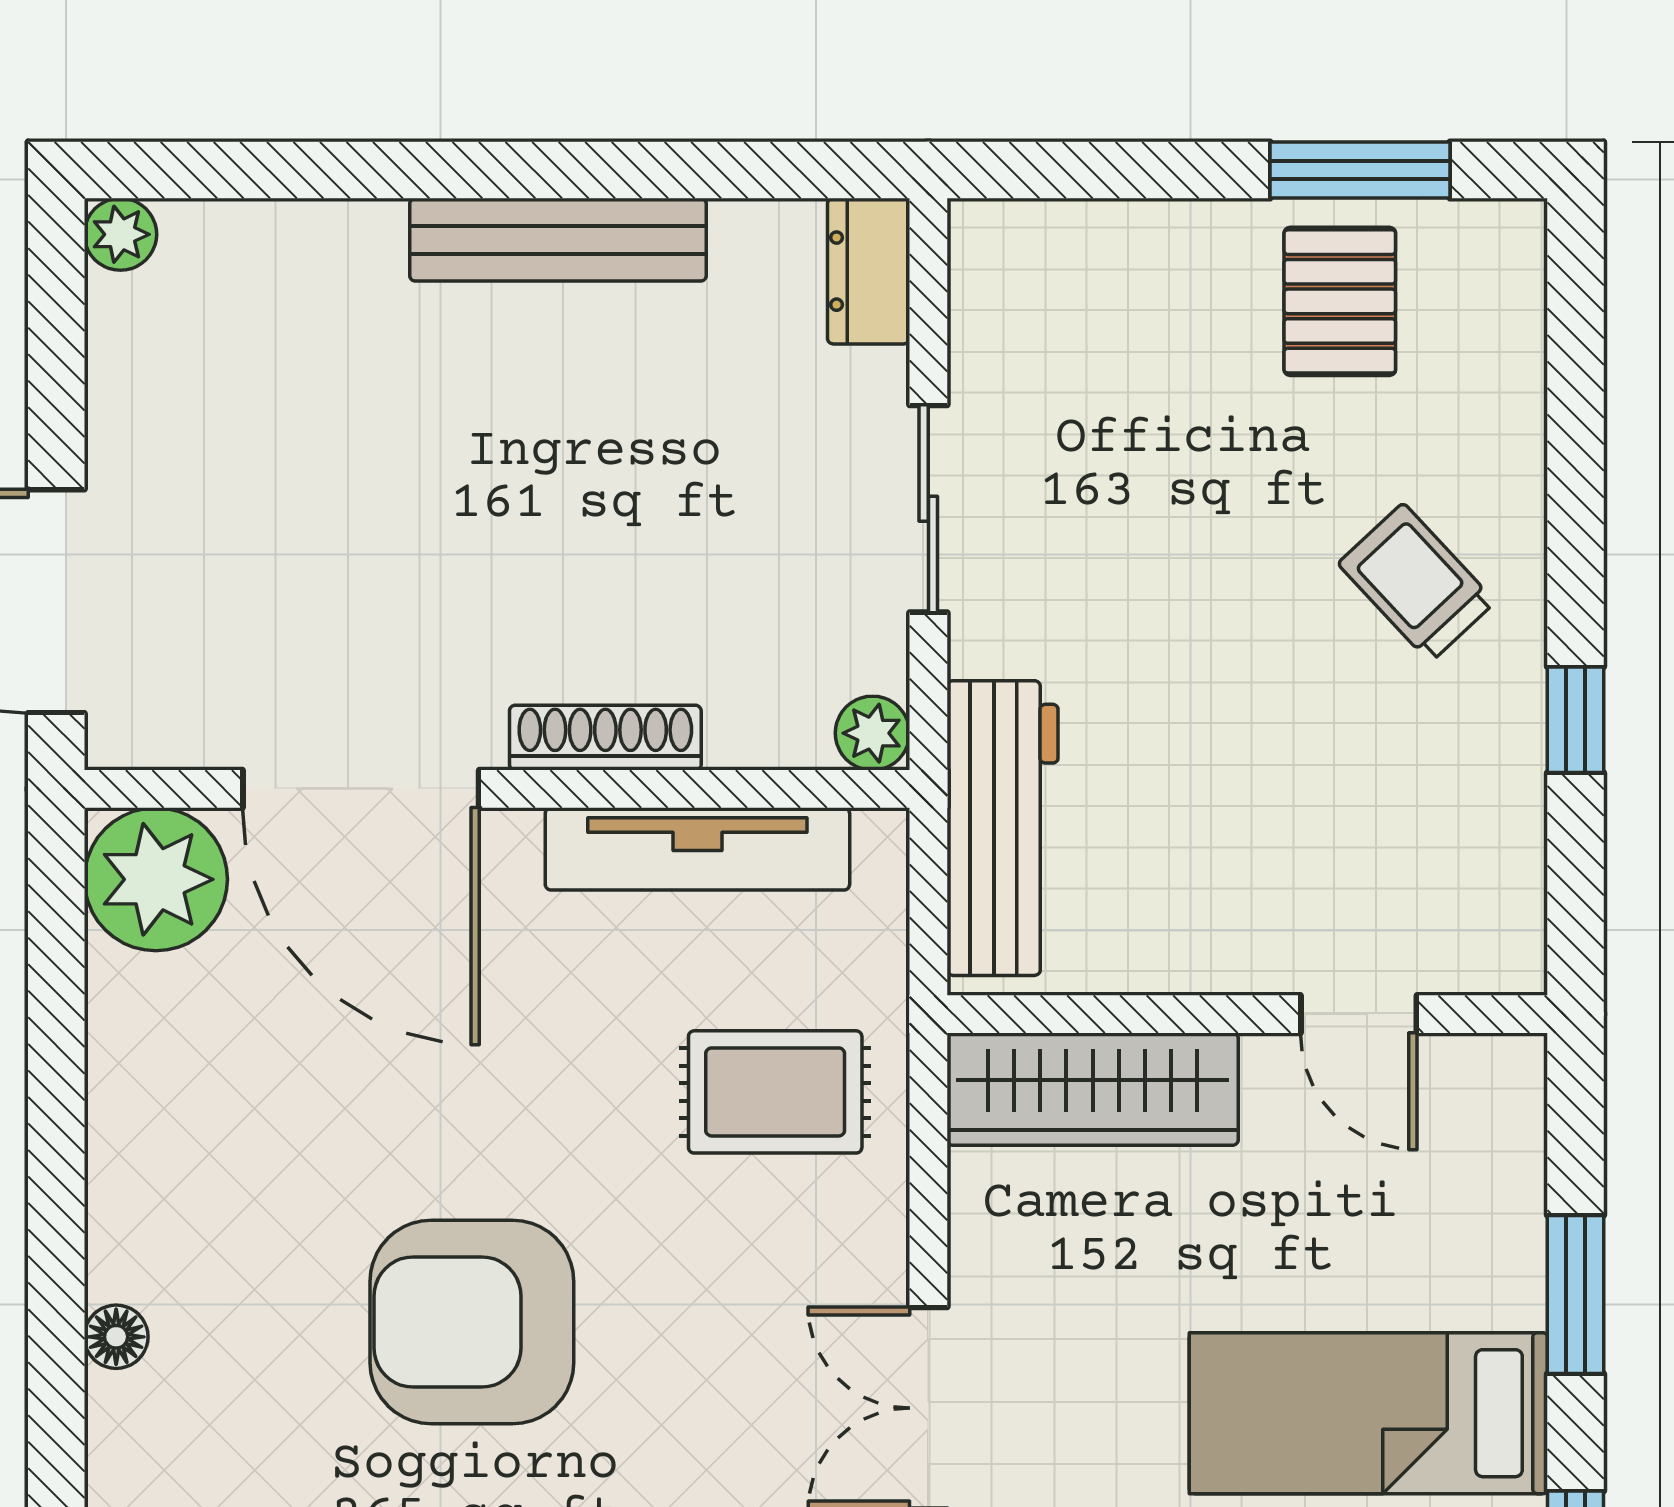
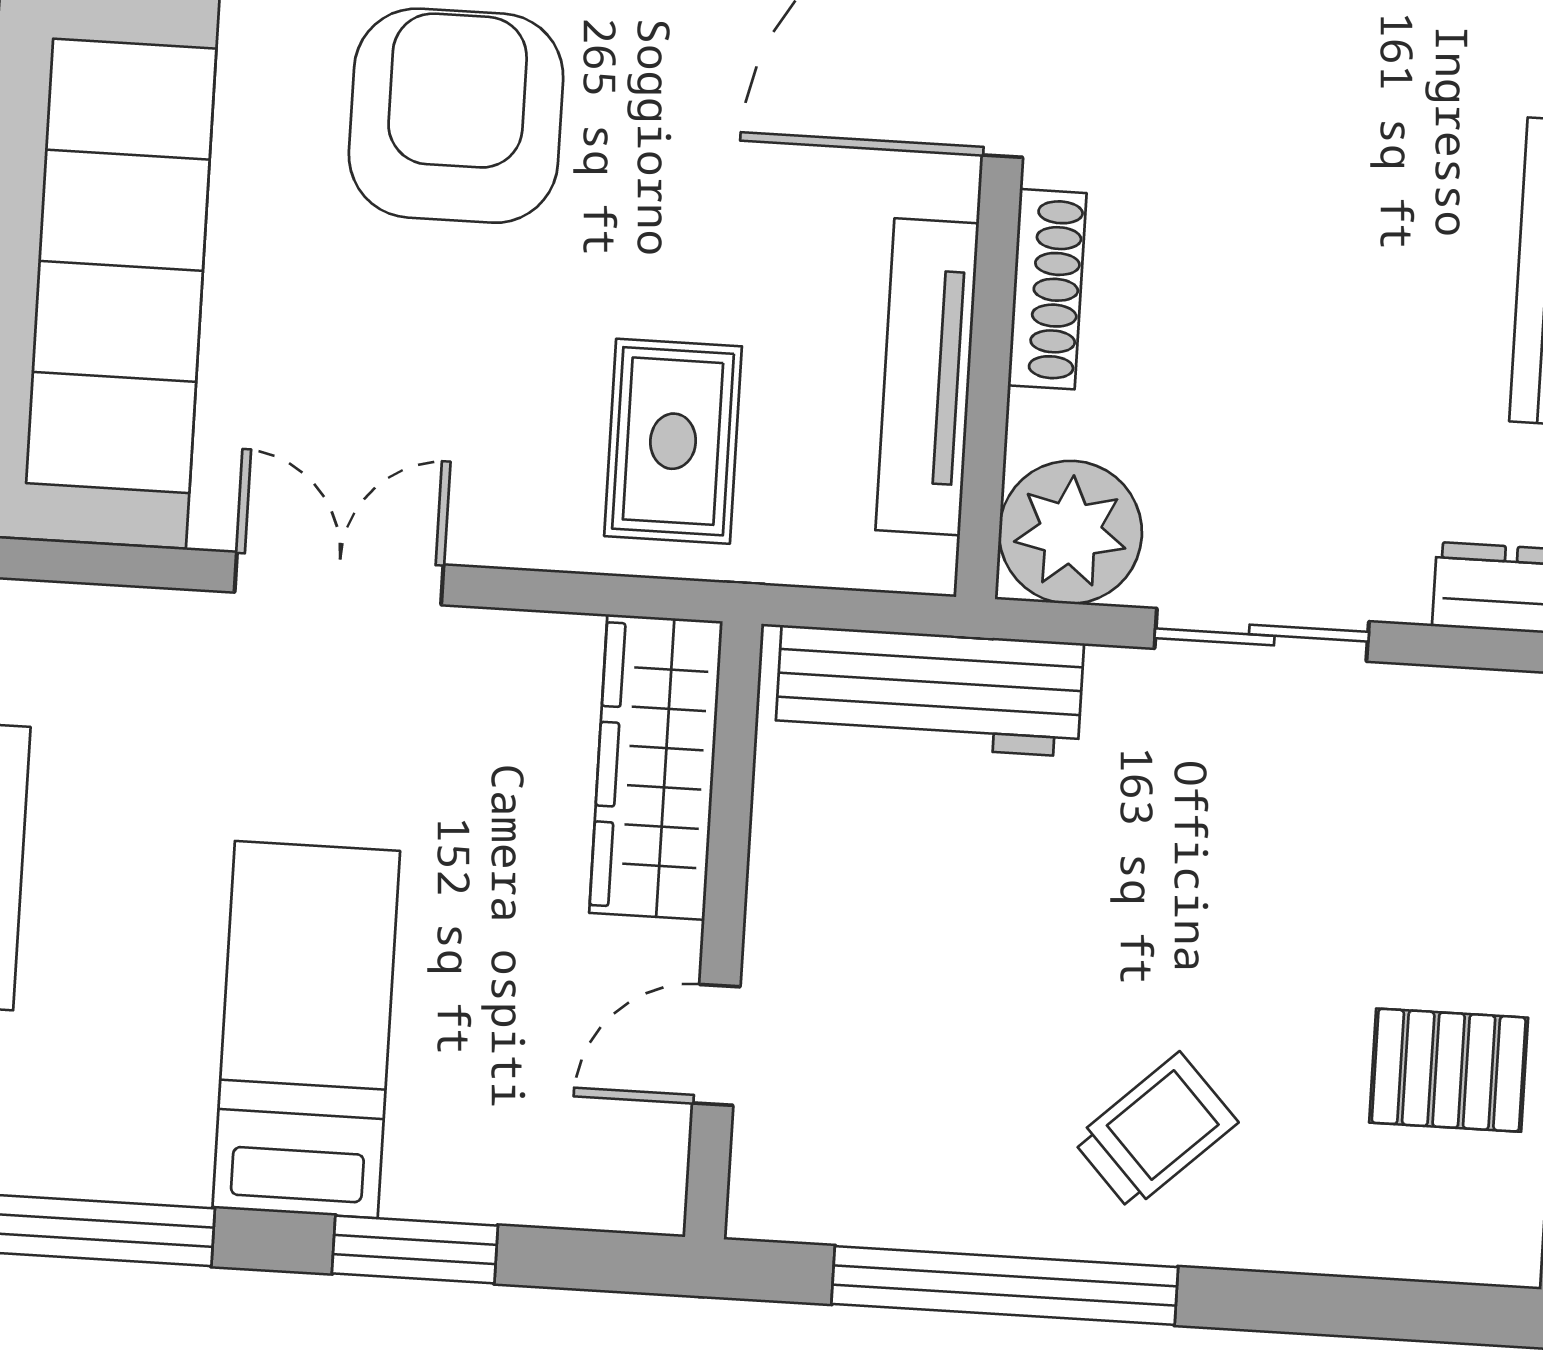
window: (1575, 720) -> (1005, 1286), width x3.17
plant: (872, 733) -> (1070, 532), width x1.87, depth x1.87

